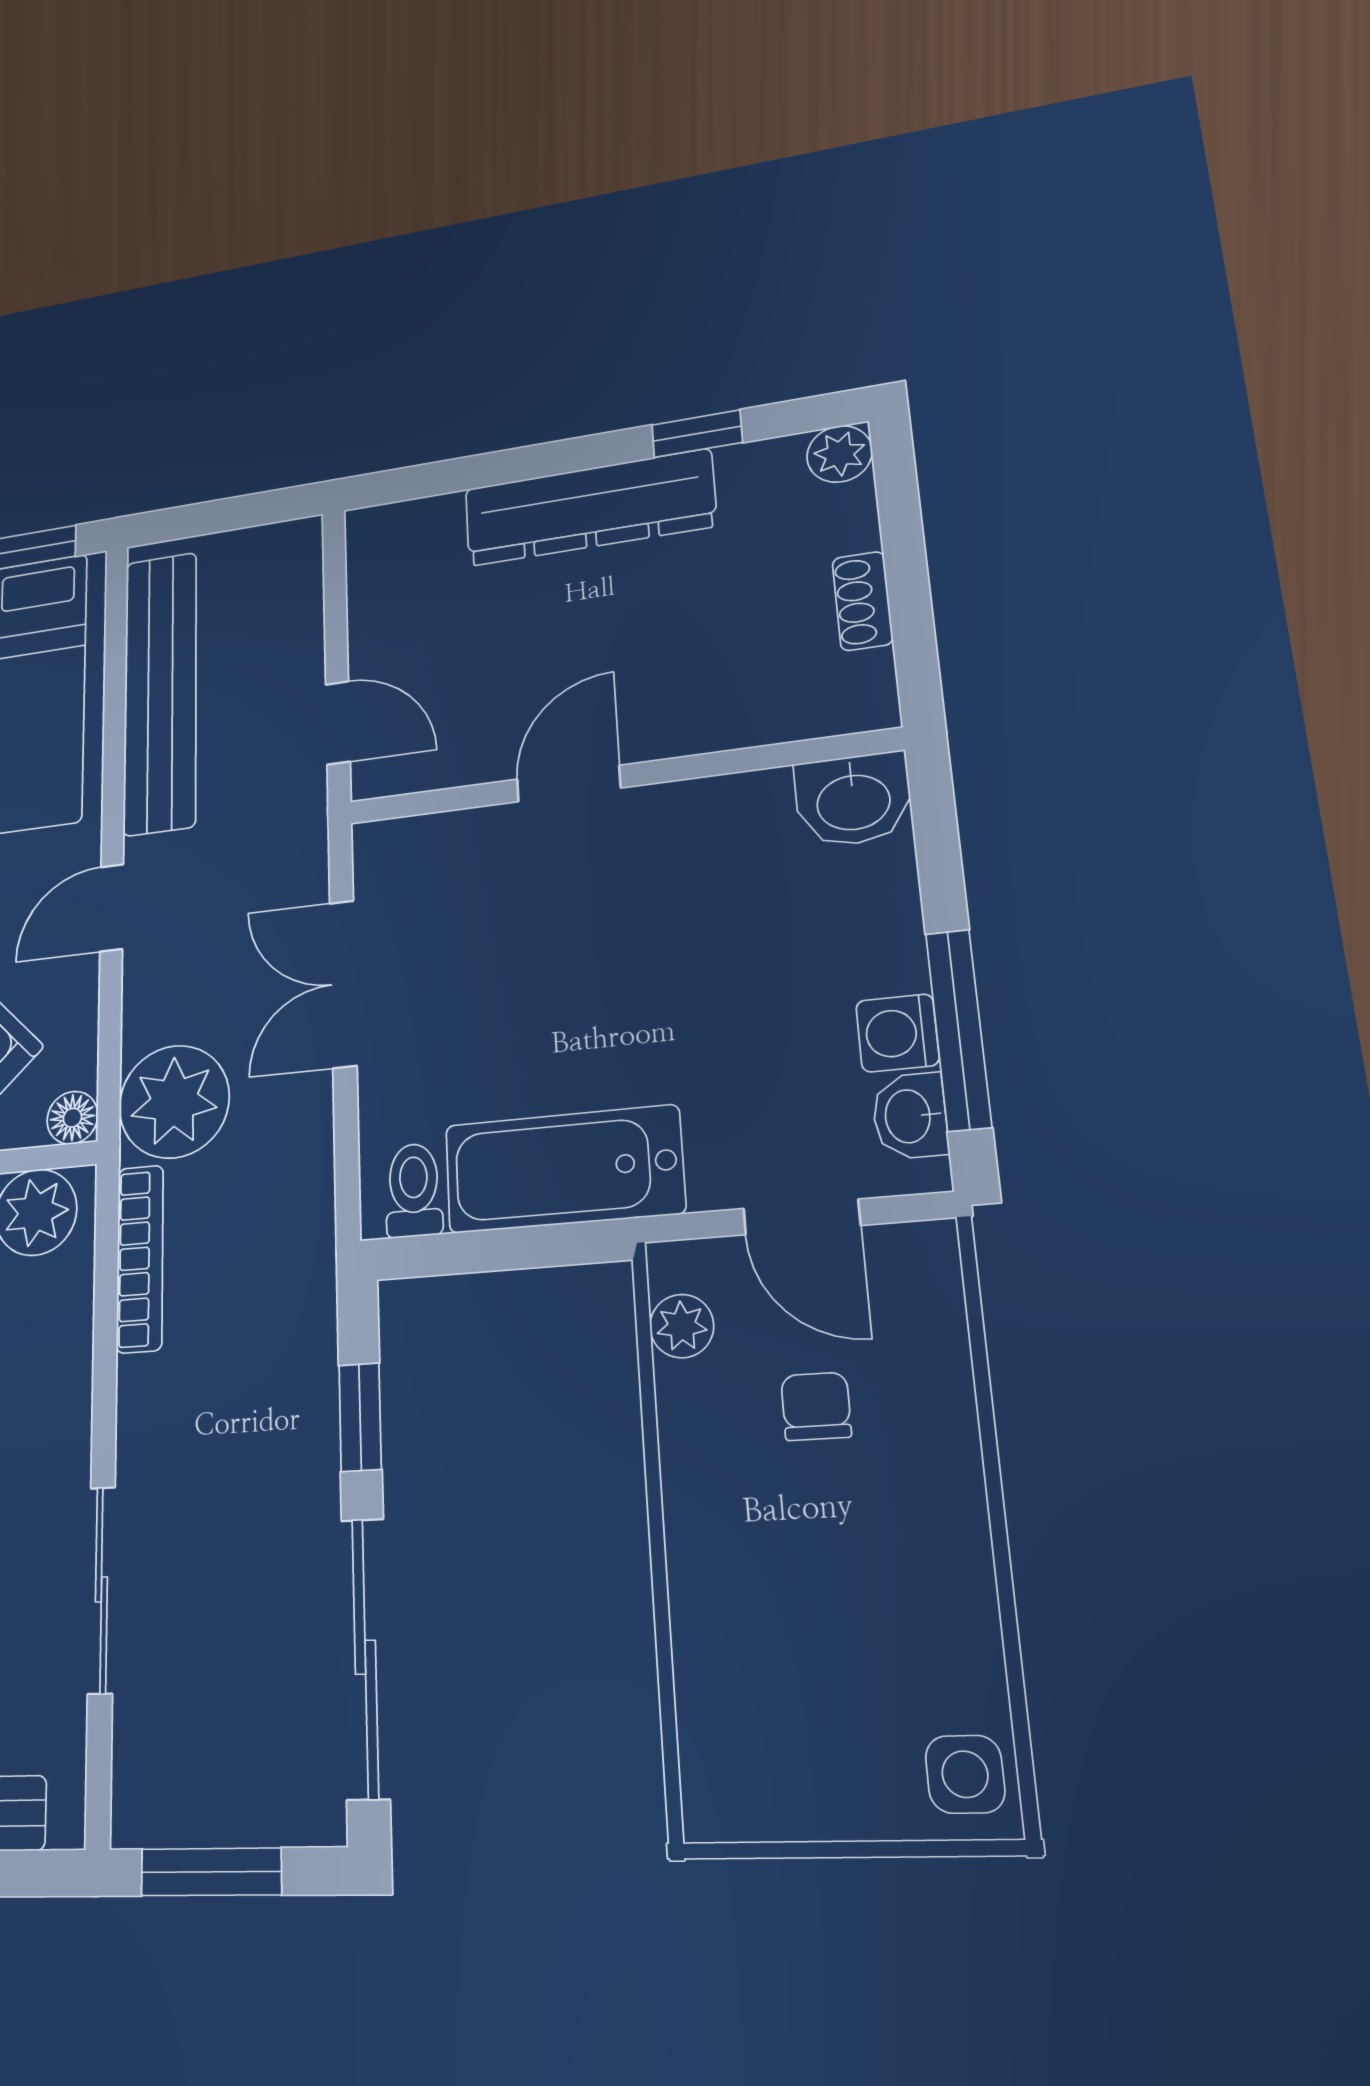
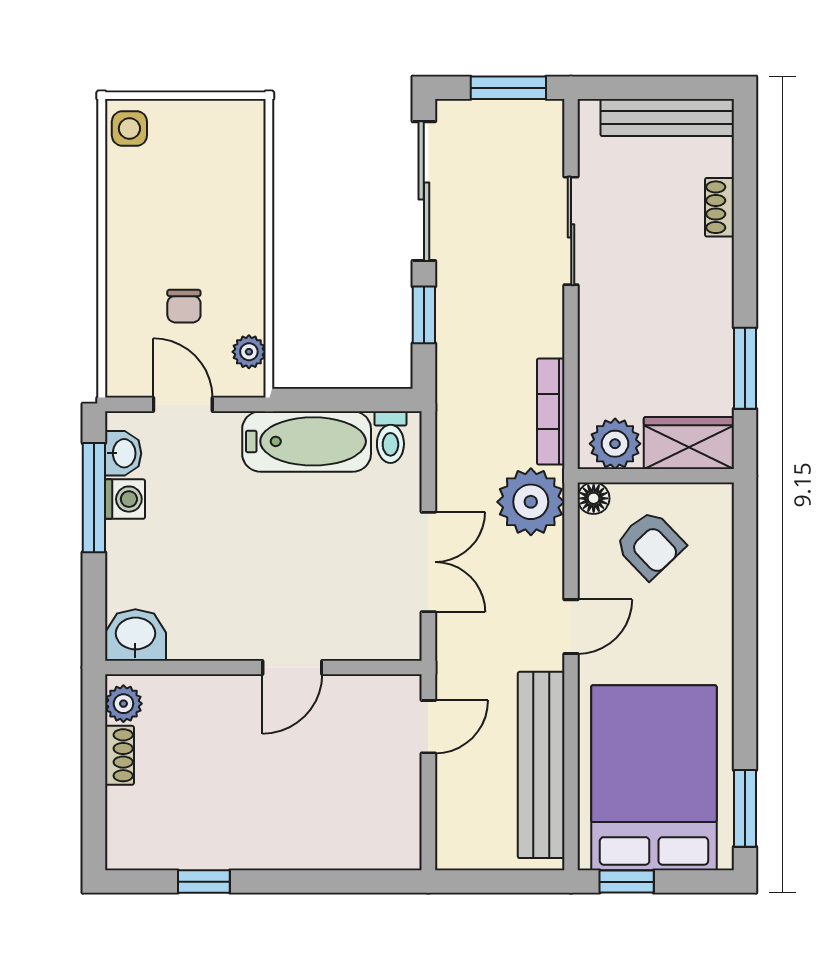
plant: (840, 454) -> (123, 704), moved
dresser: (589, 508) -> (270, 844), removed
door: (338, 723) -> (428, 727), swing flipped

